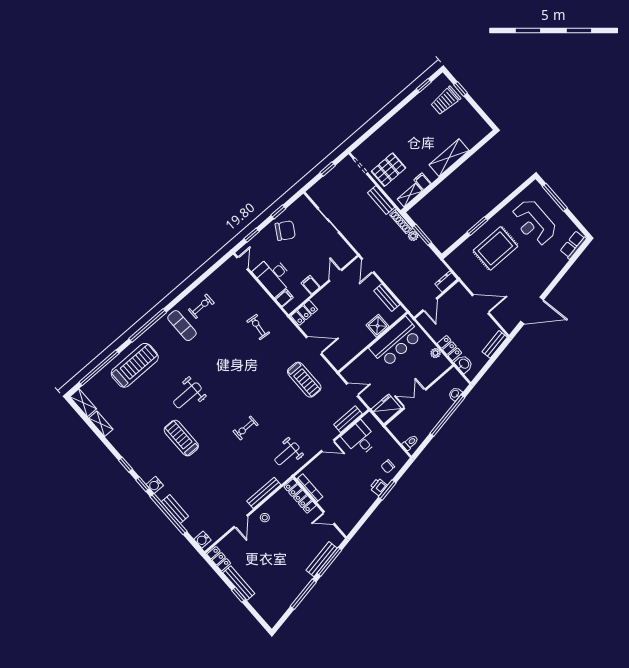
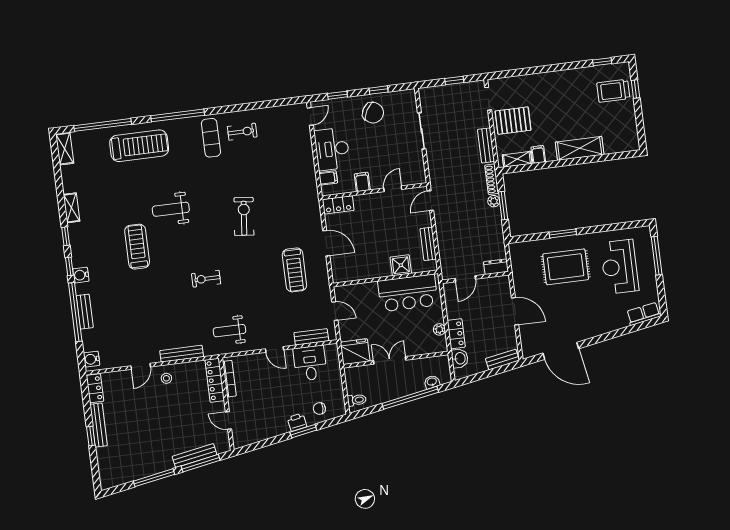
exercise bike: (258, 327) -> (244, 216), moved, width x1.38, depth x1.39
shelving: (101, 424) -> (72, 208), moved

